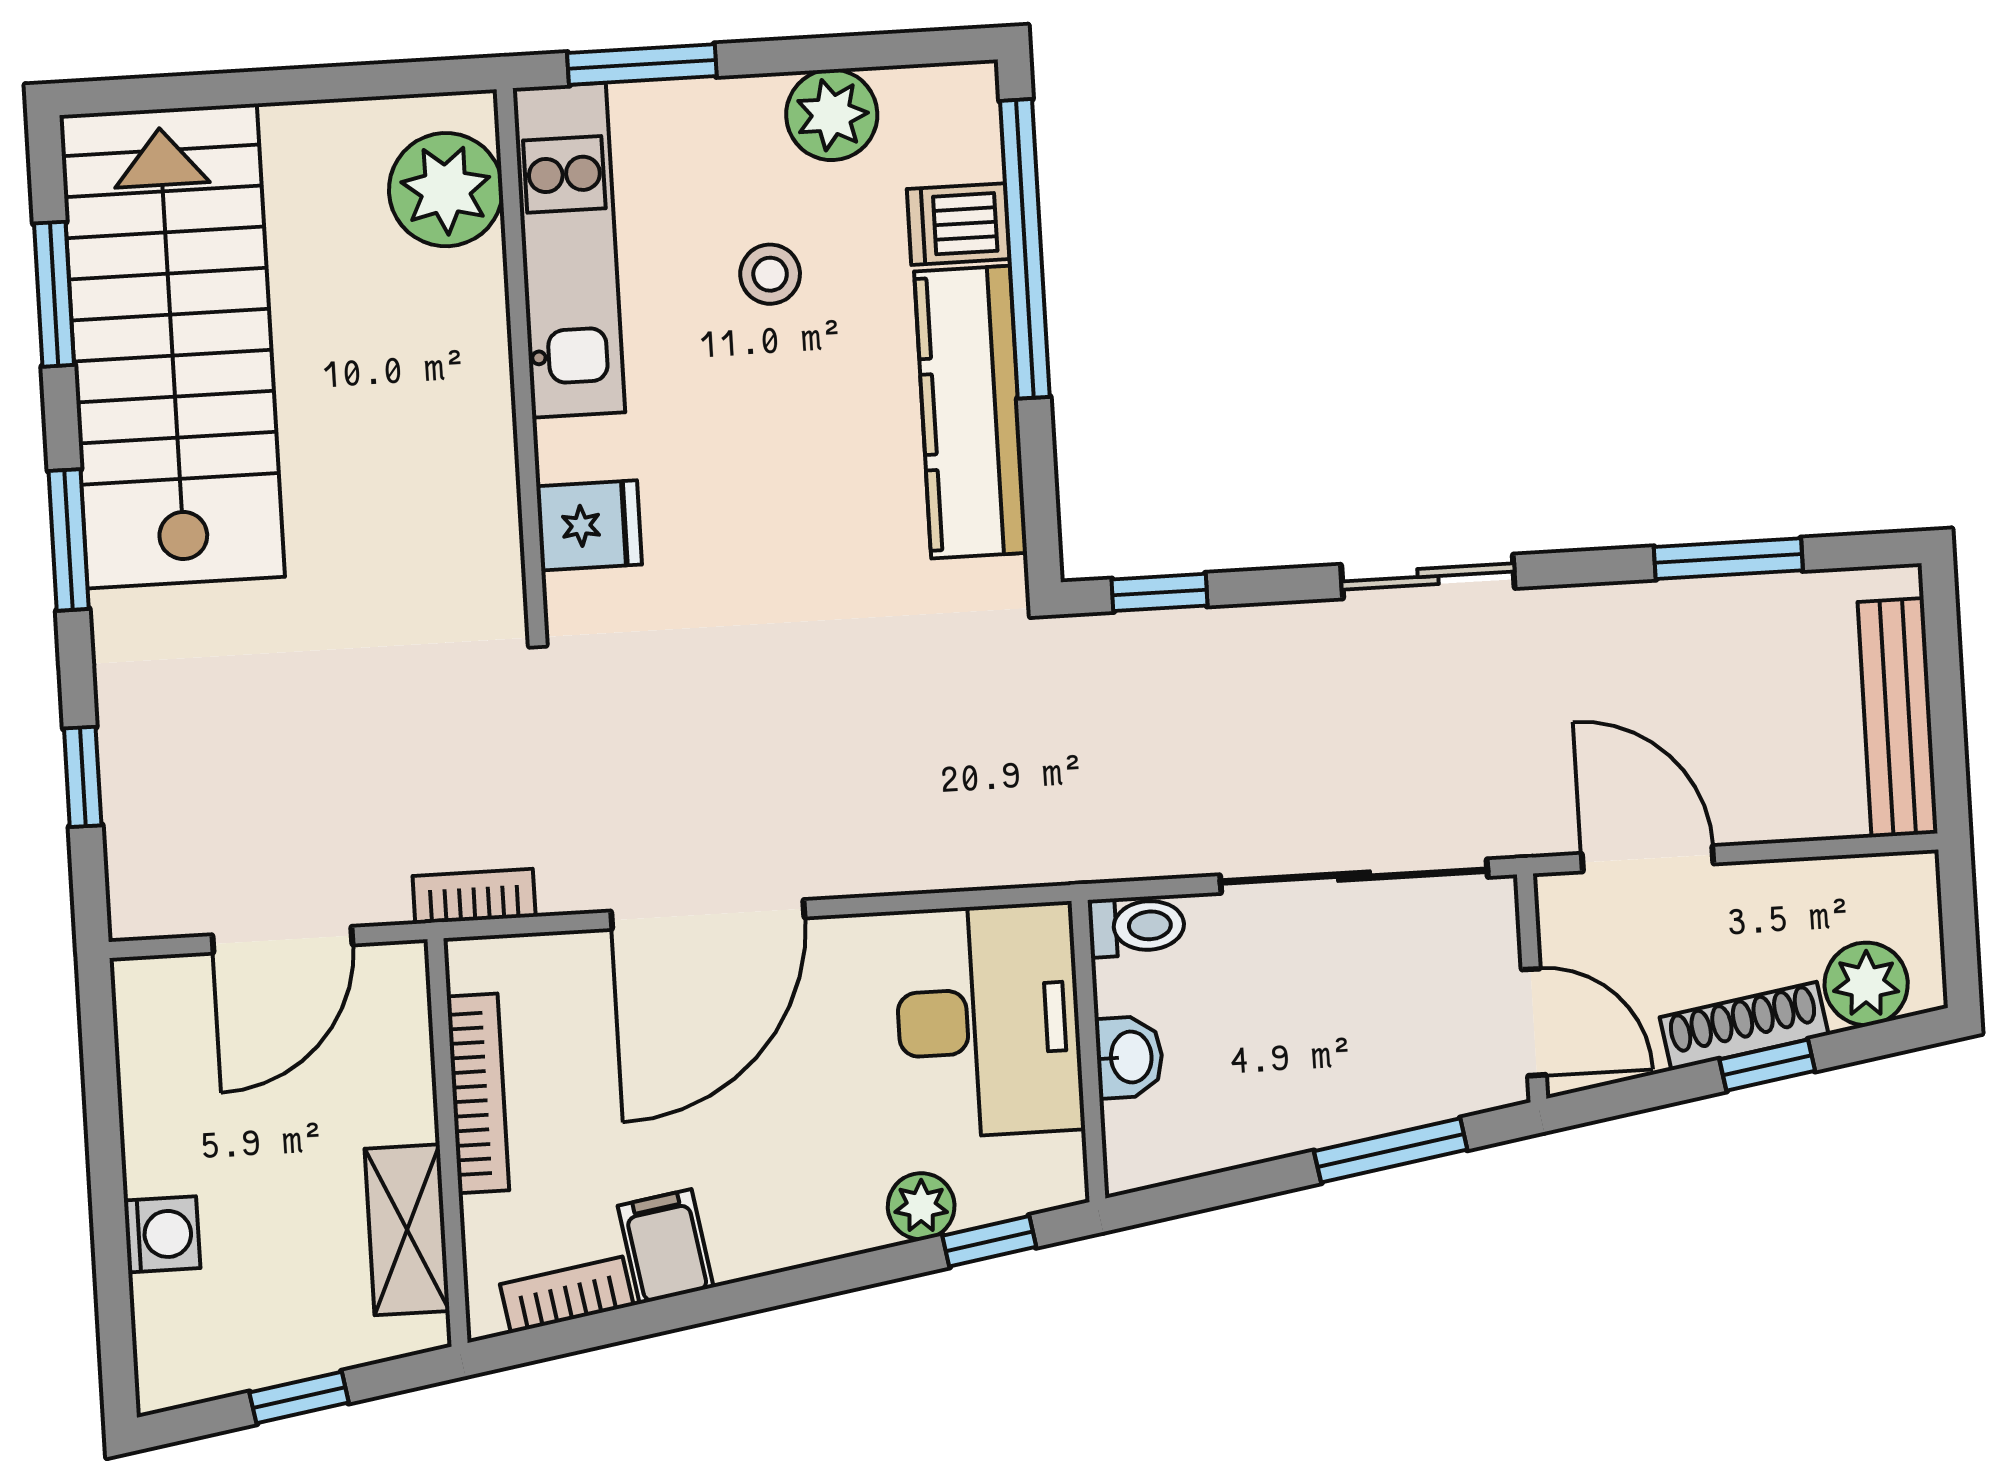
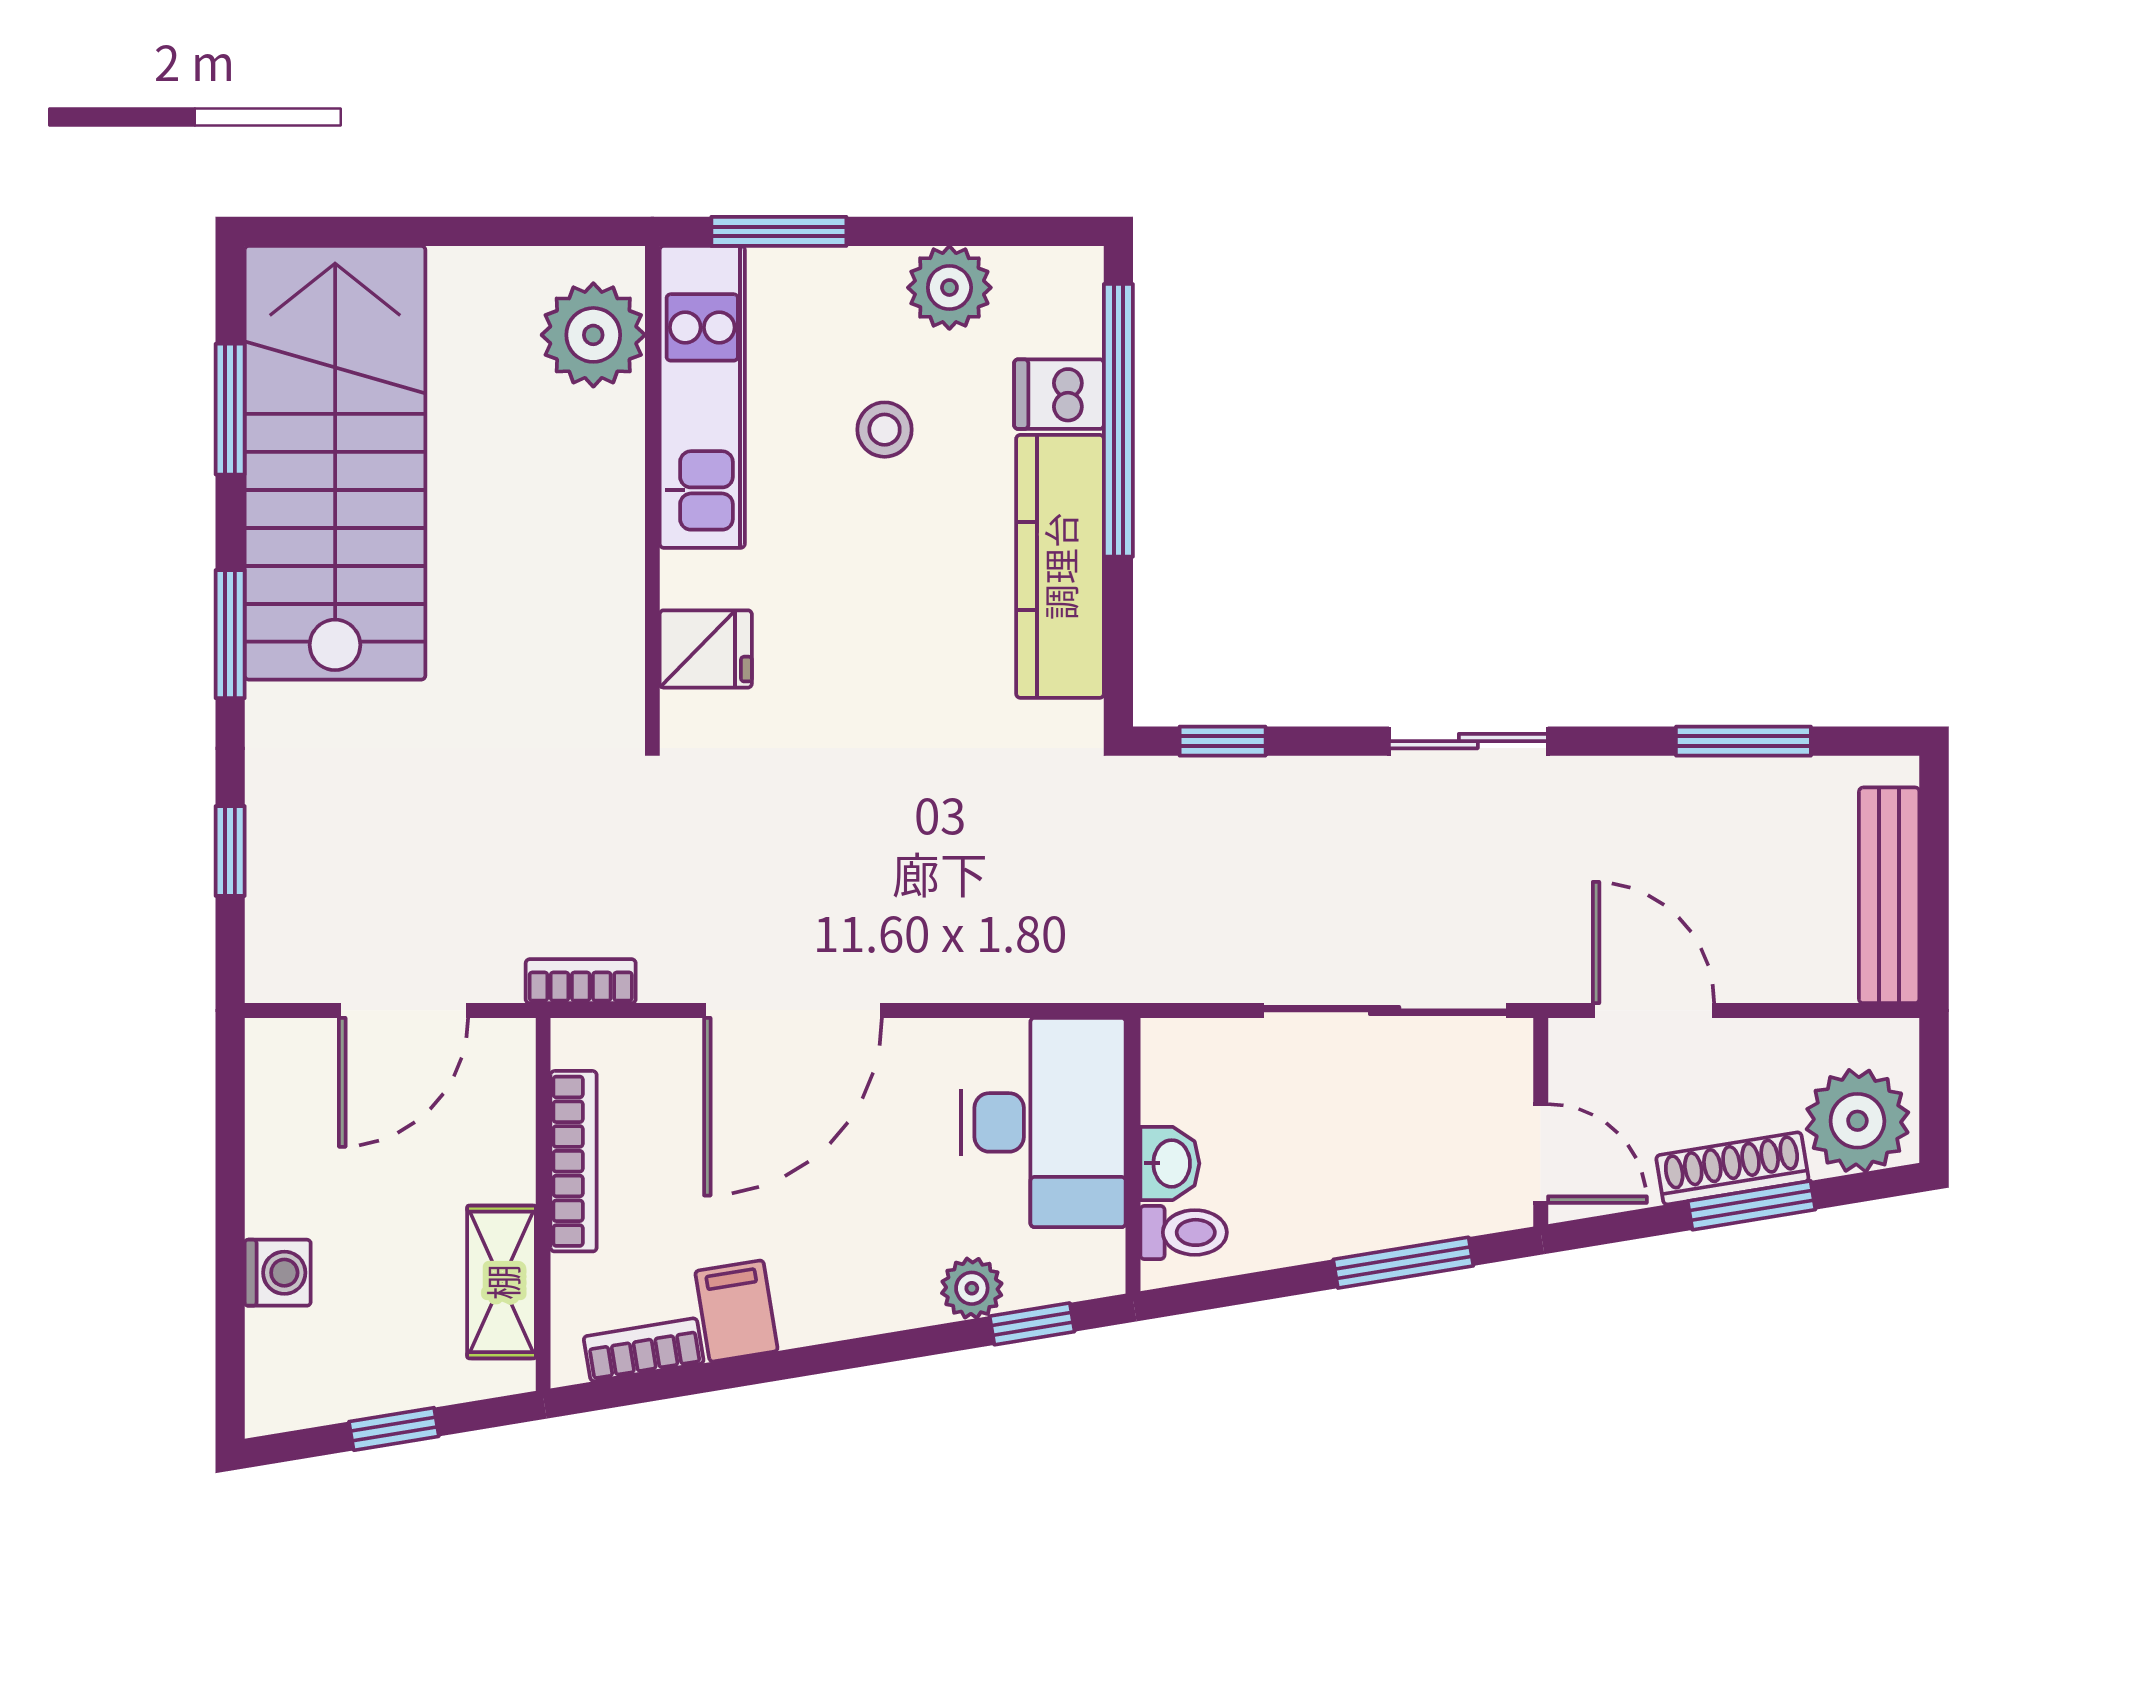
toilet: (1137, 926) -> (1184, 1232), moved
plant: (1866, 984) -> (1857, 1121), width x1.36, depth x1.36
window: (1767, 1065) -> (1751, 1205), width x1.50

